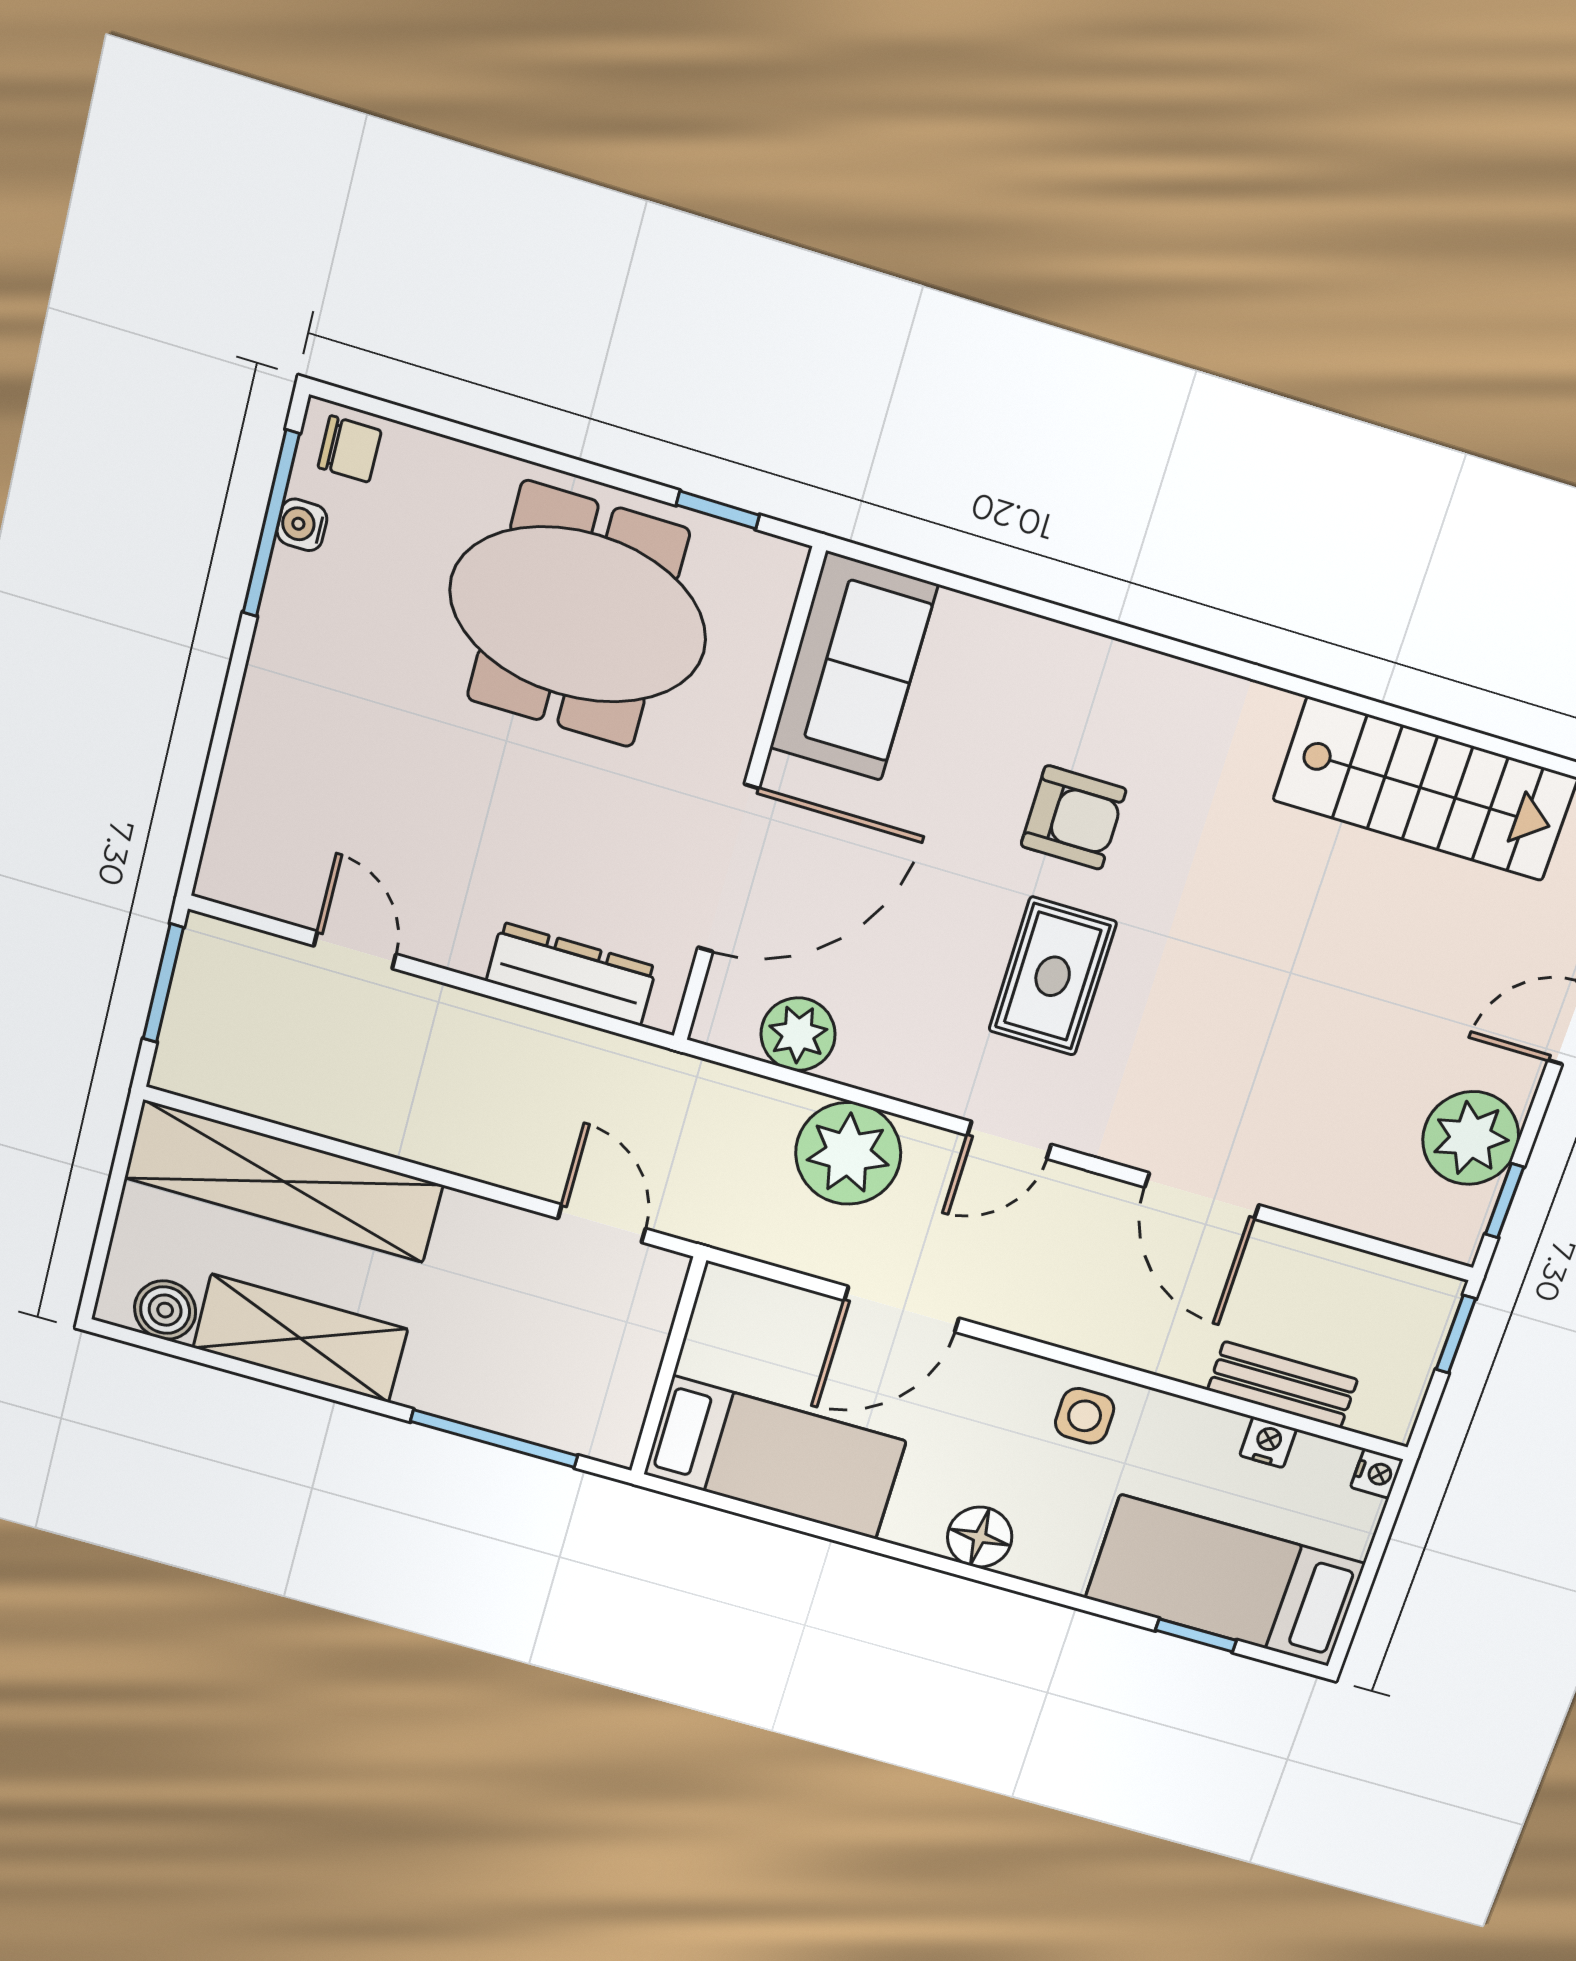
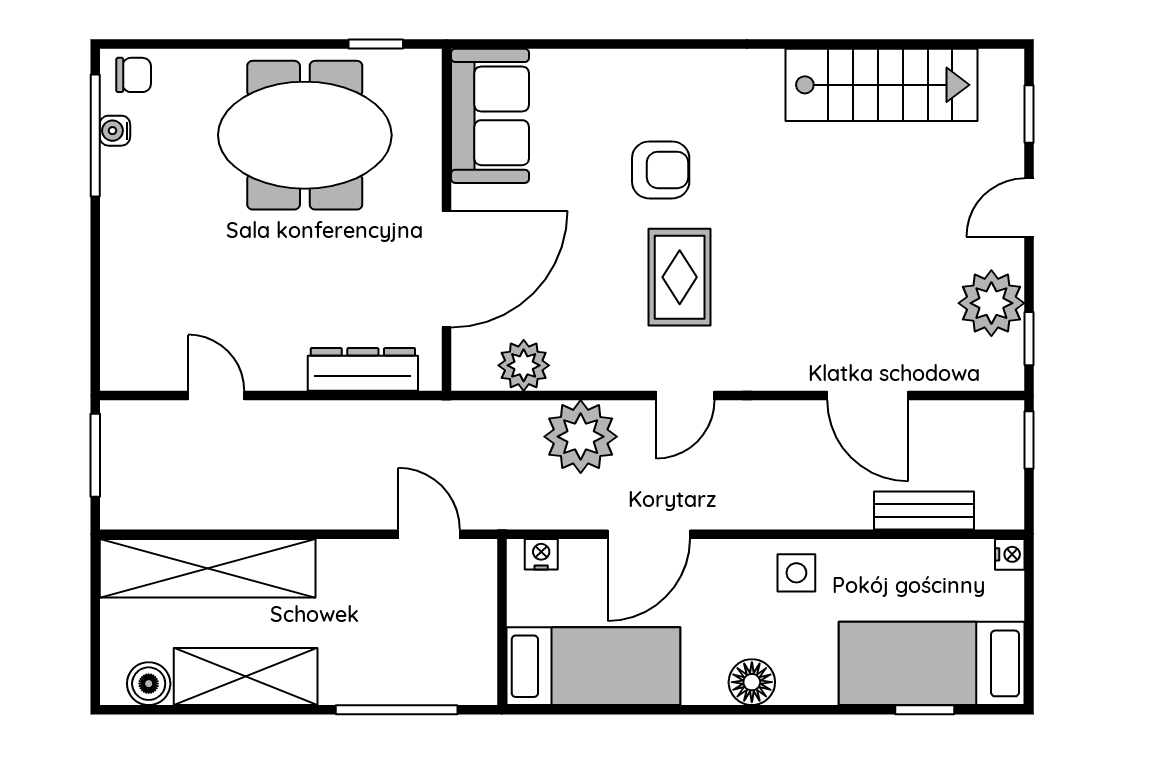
door: (1202, 1196) -> (868, 395), moved
nightstand: (1268, 1442) -> (541, 554), moved

